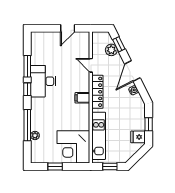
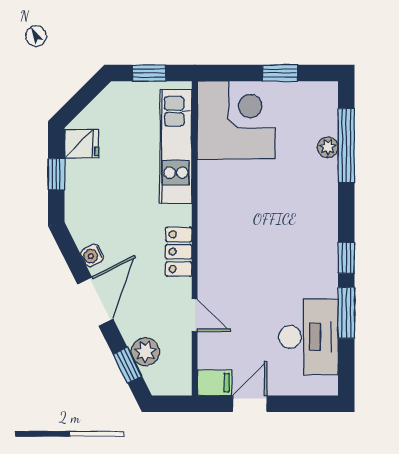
desk: (43, 81) -> (308, 337), moved
locker: (97, 92) -> (179, 252), width x0.66
filing cabinet: (82, 98) -> (215, 383), moved
window: (27, 125) -> (346, 146), moved

